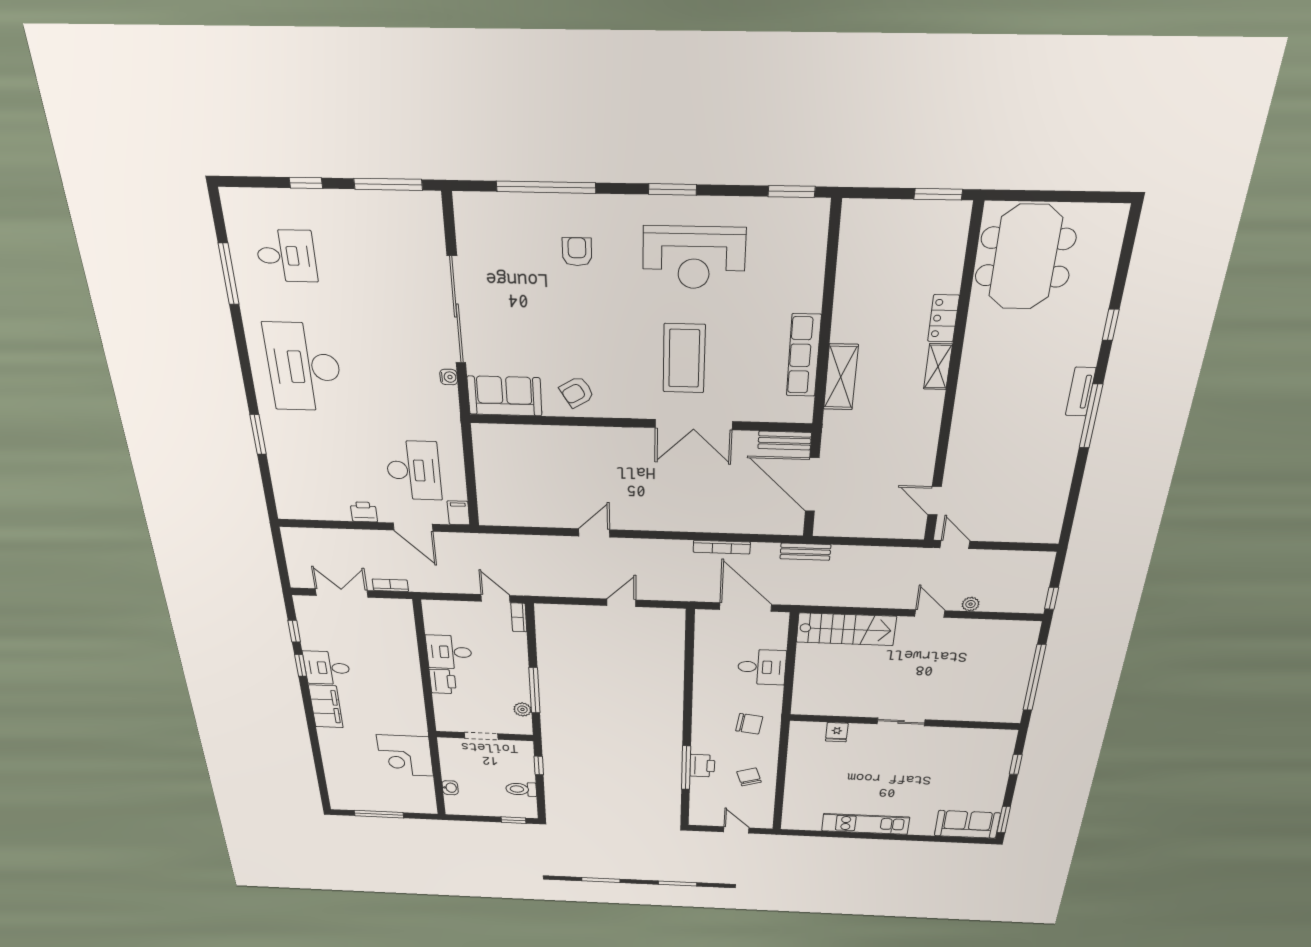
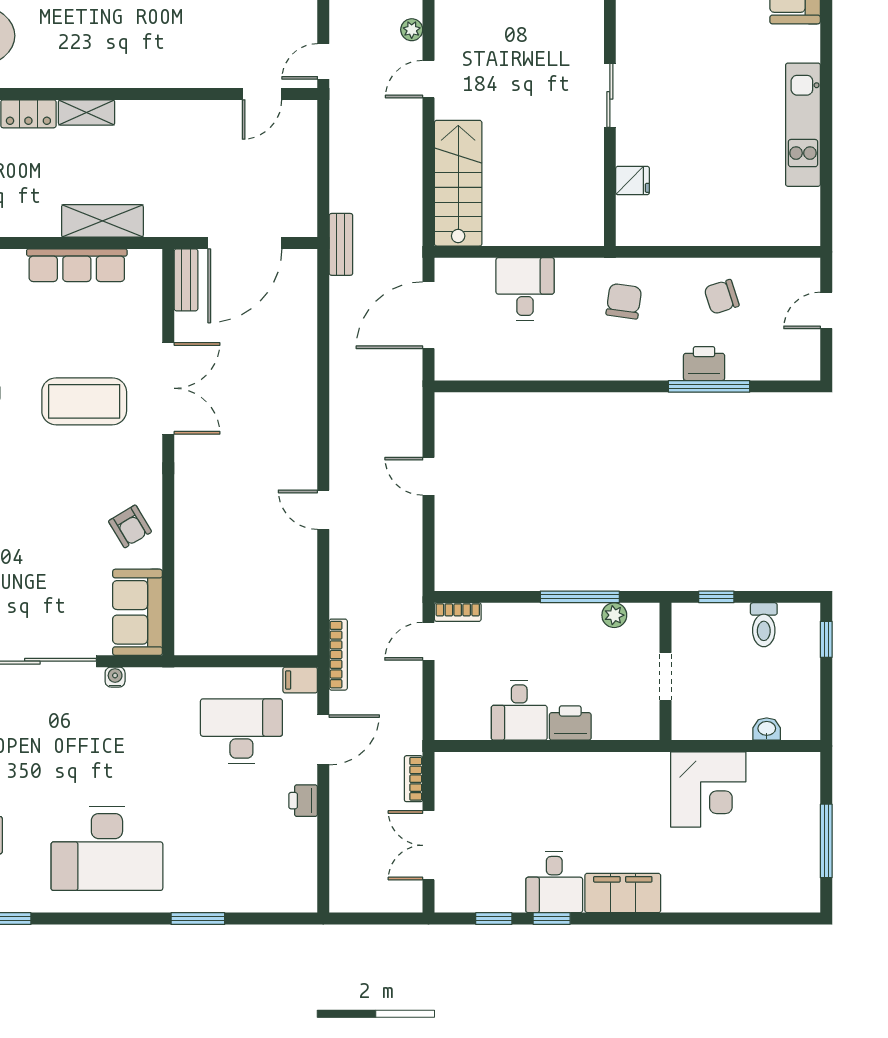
bookcase: (722, 547) -> (338, 655), moved

